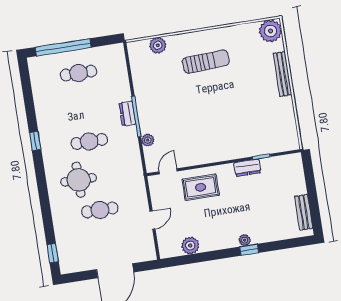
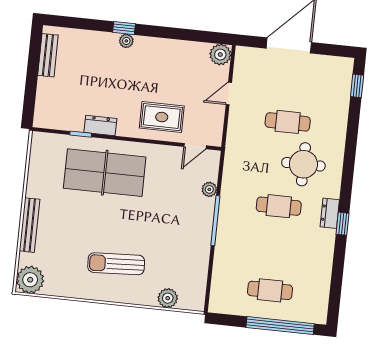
dresser: (127, 113) -> (330, 213), moved, turned 180
table tennis table: (234, 131) -> (105, 173), added
plant: (190, 246) -> (220, 55), moved

